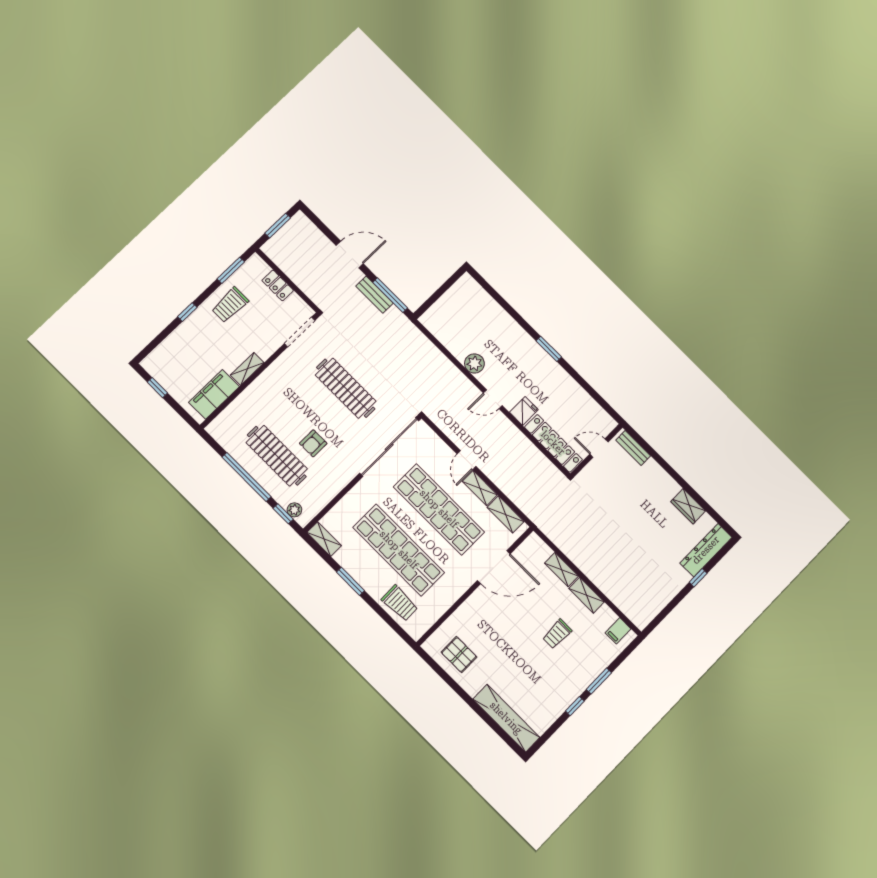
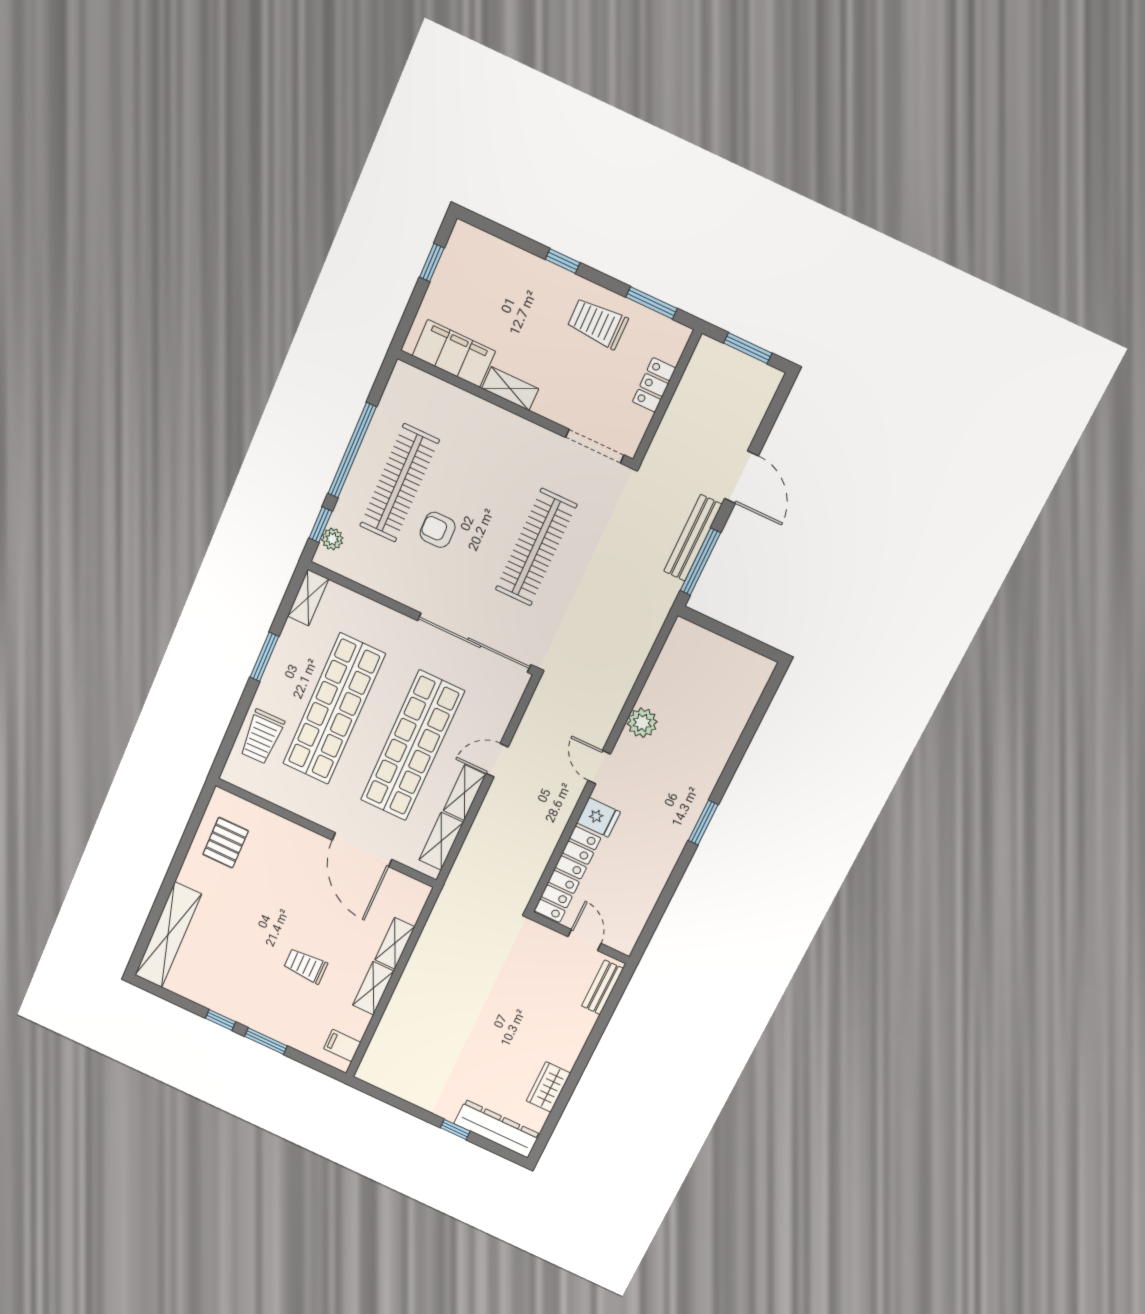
bench: (374, 295) -> (693, 538), width x1.36

